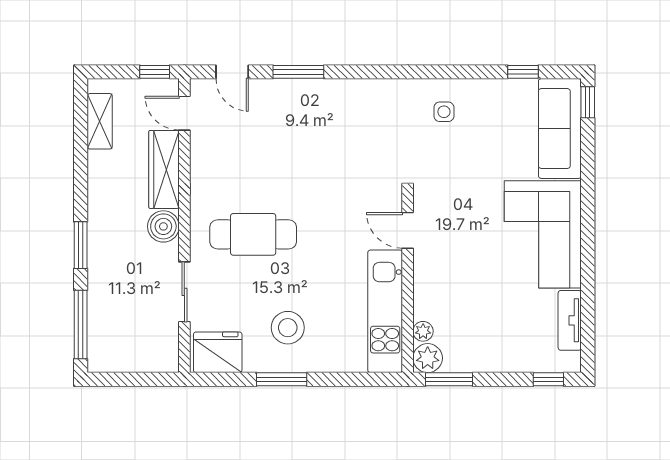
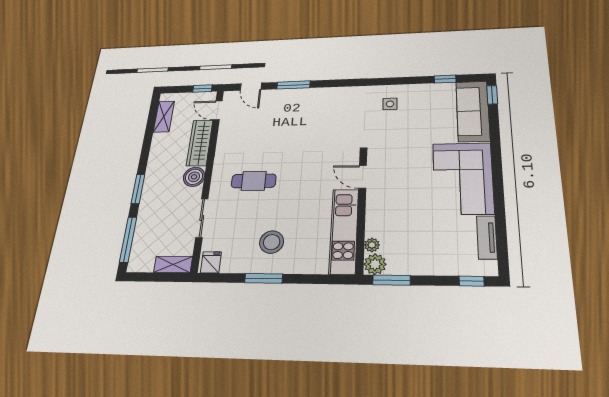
cafe table: (253, 234) -> (254, 181), width x0.73, depth x0.74
fridge: (218, 352) -> (211, 262), width x0.53, depth x0.75
shelving: (153, 361) -> (173, 264), added

